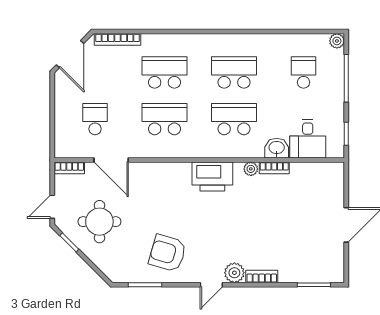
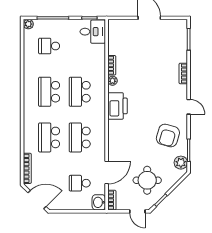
desk: (308, 139) -> (93, 32), moved
washbasin: (277, 148) -> (99, 202), moved
plant: (234, 273) -> (181, 163), moved

